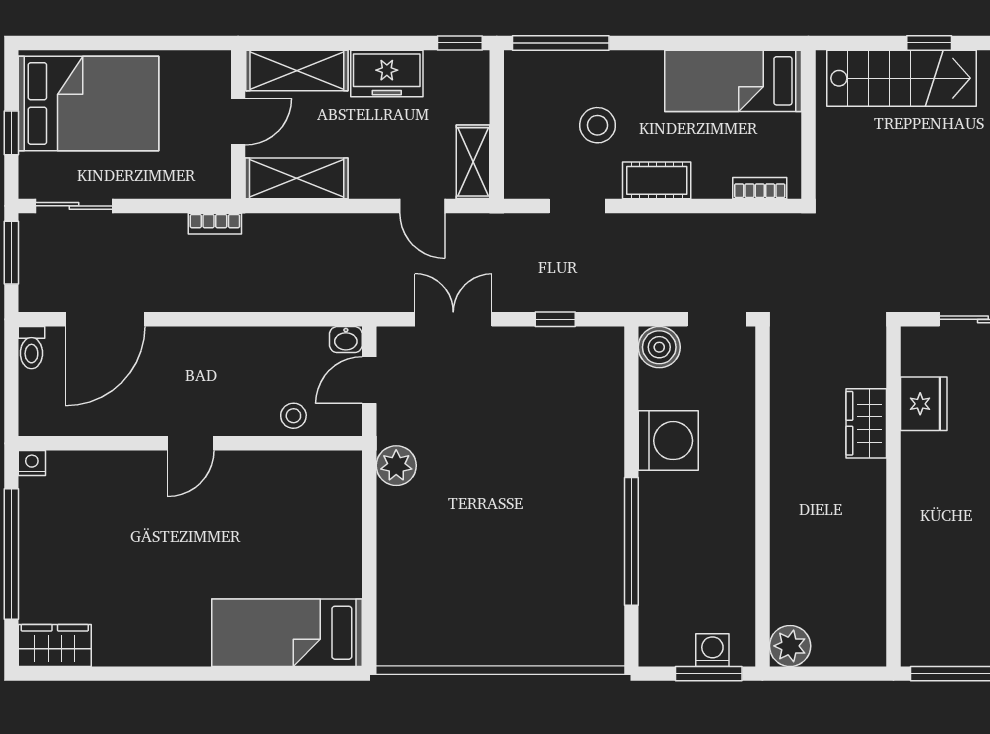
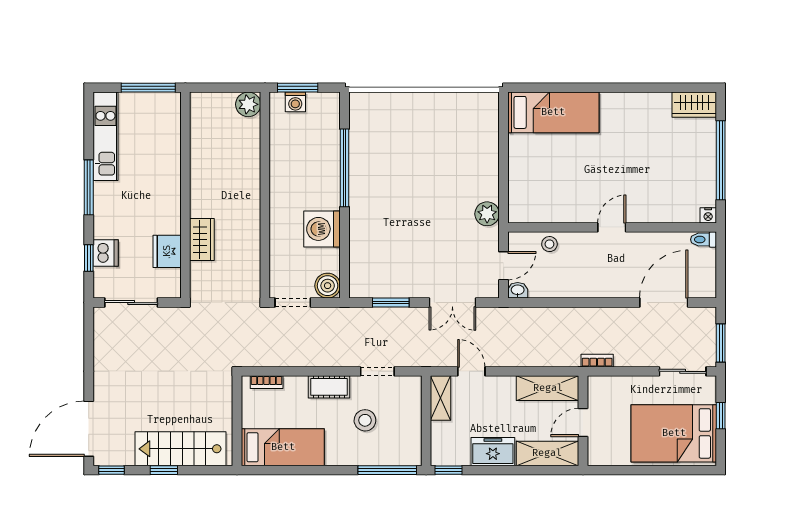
window: (555, 319) -> (391, 303), width x1.50
toilet: (31, 348) -> (703, 240), moved, turned -90

